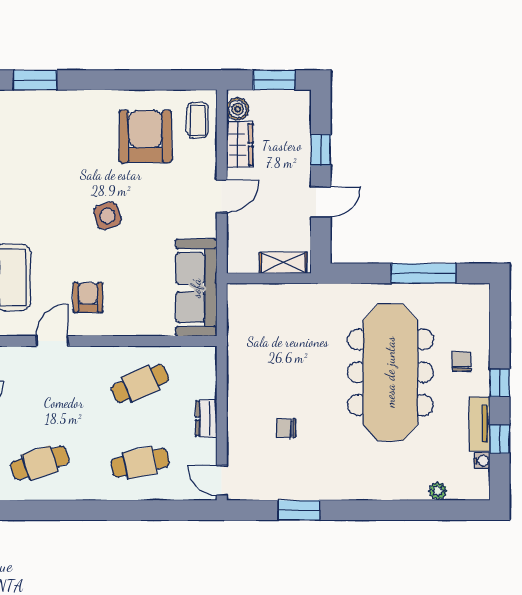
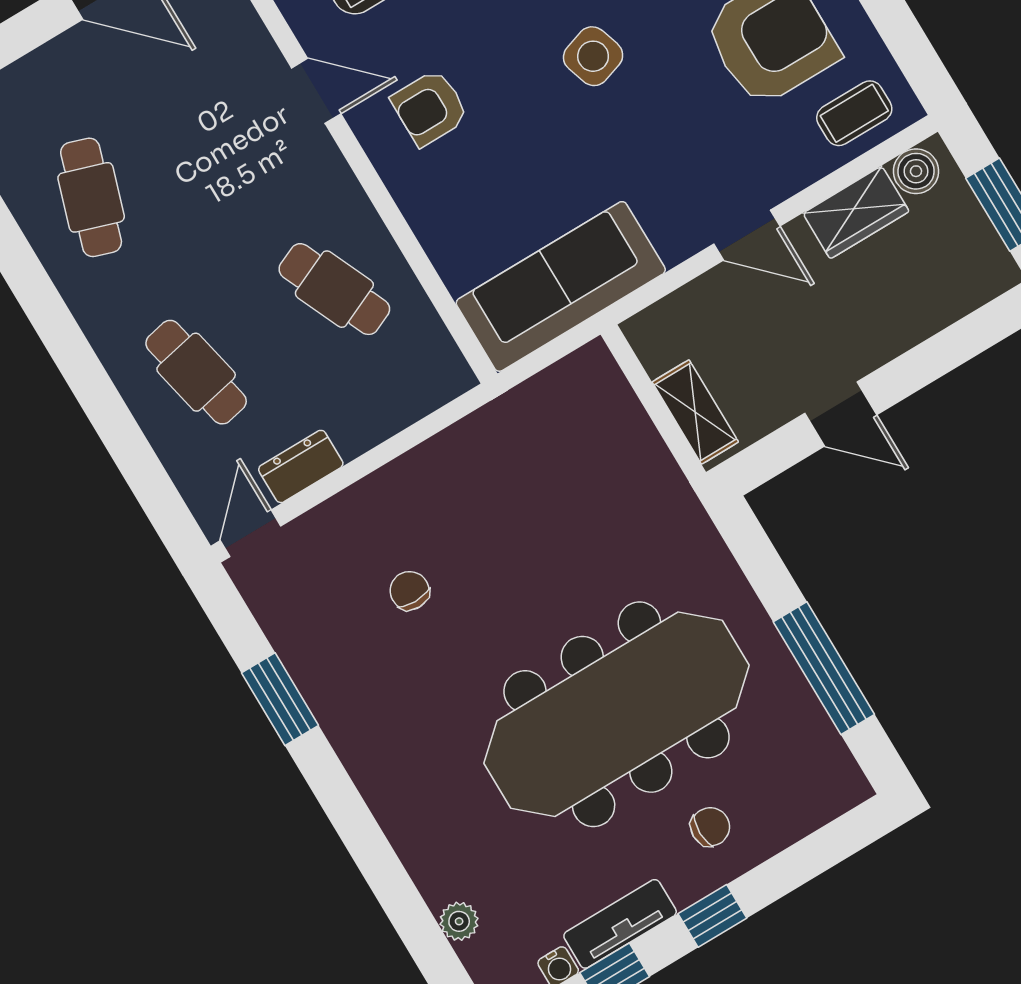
window: (321, 150) -> (931, 360), removed
armchair: (88, 298) -> (430, 108), turned 180
dresser: (206, 418) -> (301, 466), moved
cafe table: (40, 463) -> (91, 197), turned 36

